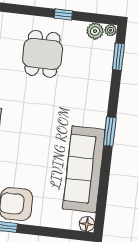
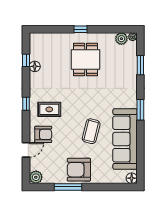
window: (64, 14) -> (80, 29), moved
window: (118, 57) -> (140, 65), moved
coffee table: (39, 153) -> (91, 131), added

